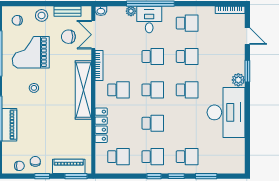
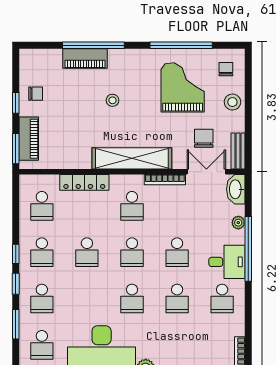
bench: (67, 11) -> (238, 151), moved
washbasin: (101, 11) -> (236, 189), width x1.91, depth x1.45
desk: (149, 20) -> (227, 262), moved
stool: (34, 88) -> (113, 100), moved
school desk: (221, 157) -> (42, 345), added
chair: (19, 166) -> (29, 72), removed

